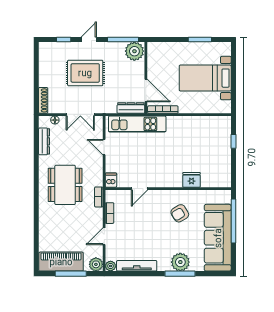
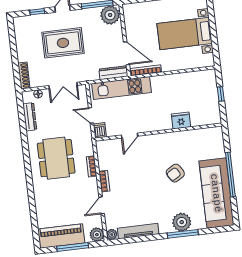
dishwasher: (111, 180) -> (100, 130), moved
fridge: (191, 180) -> (181, 121), moved
door: (139, 189) -> (130, 136), moved
wall: (168, 189) -> (158, 132), moved

